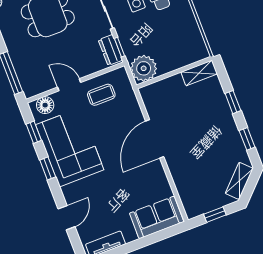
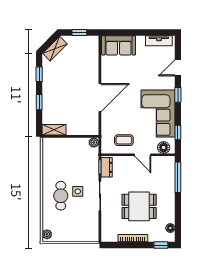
plant: (144, 68) -> (94, 143), width x0.53, depth x0.53
window: (48, 168) -> (178, 95), moved

